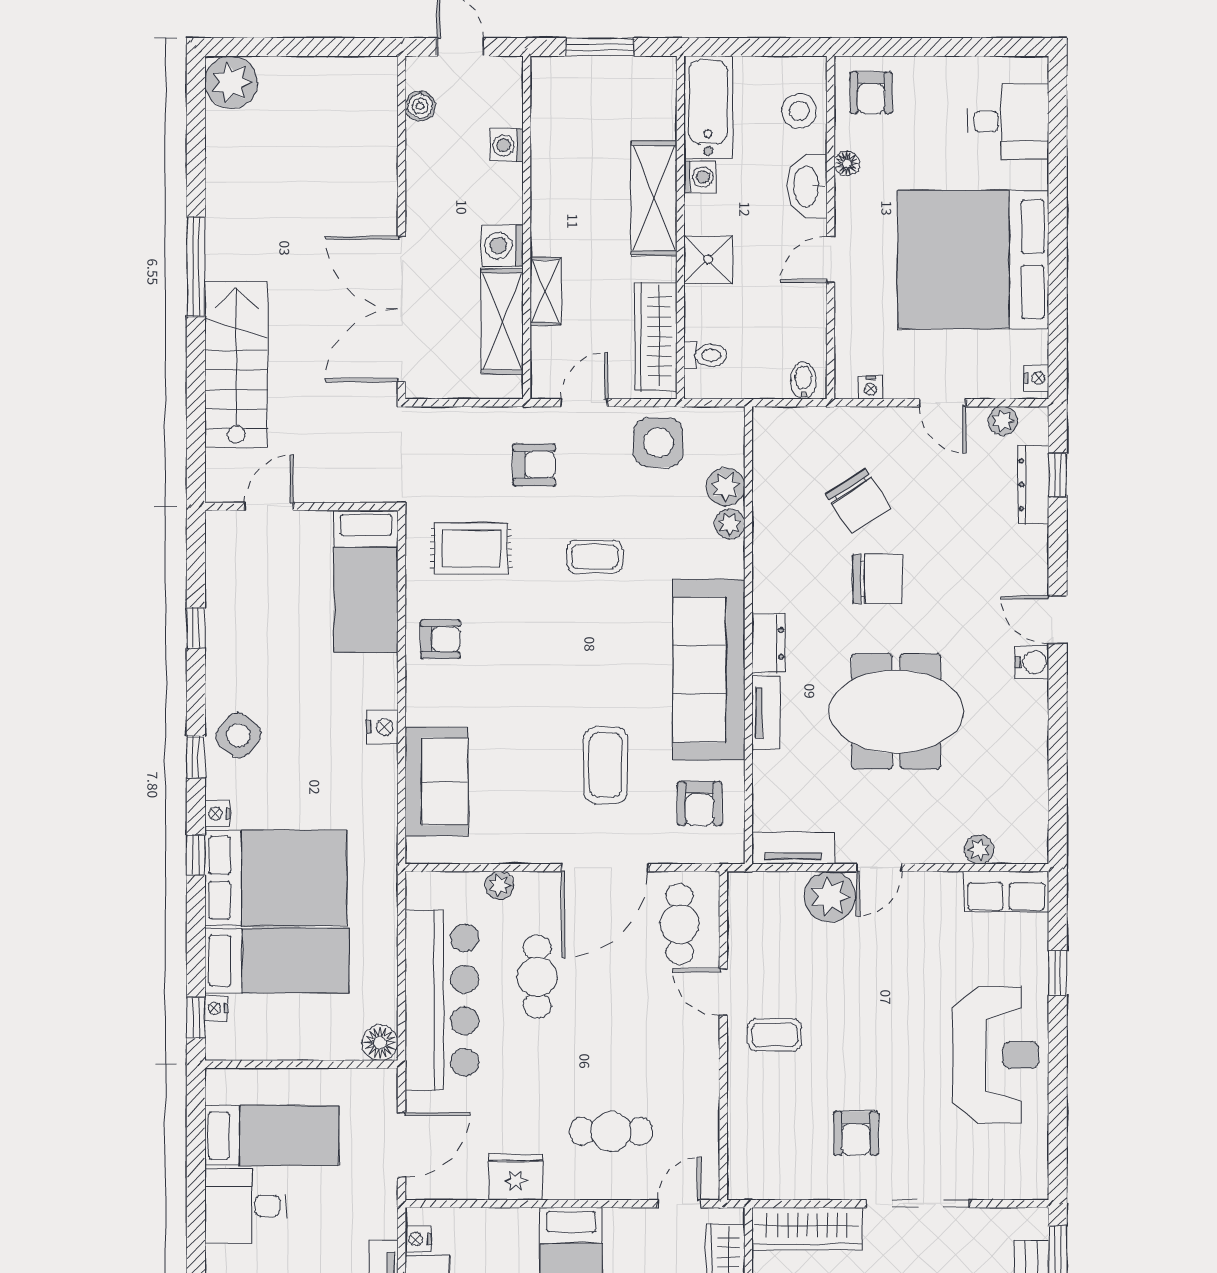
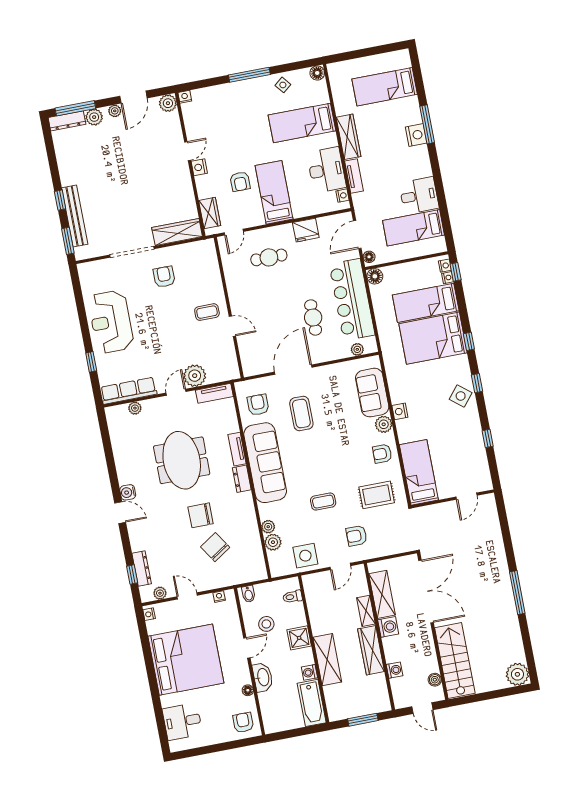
stool: (799, 111) -> (266, 624), moved
wardrobe: (656, 337) -> (371, 650), moved, turned 180
stairs: (236, 365) -> (455, 661), moved, turned 180
plant: (424, 705) -> (384, 424), added
meeting table: (896, 711) -> (182, 460), turned 90
nightstand: (217, 814) -> (445, 266), moved
plant: (500, 885) -> (357, 349), moved
row of seats: (1006, 892) -> (129, 391), width x1.48
cafe table: (680, 924) -> (257, 352), removed
floor lamp: (385, 1089) -> (369, 257), added

